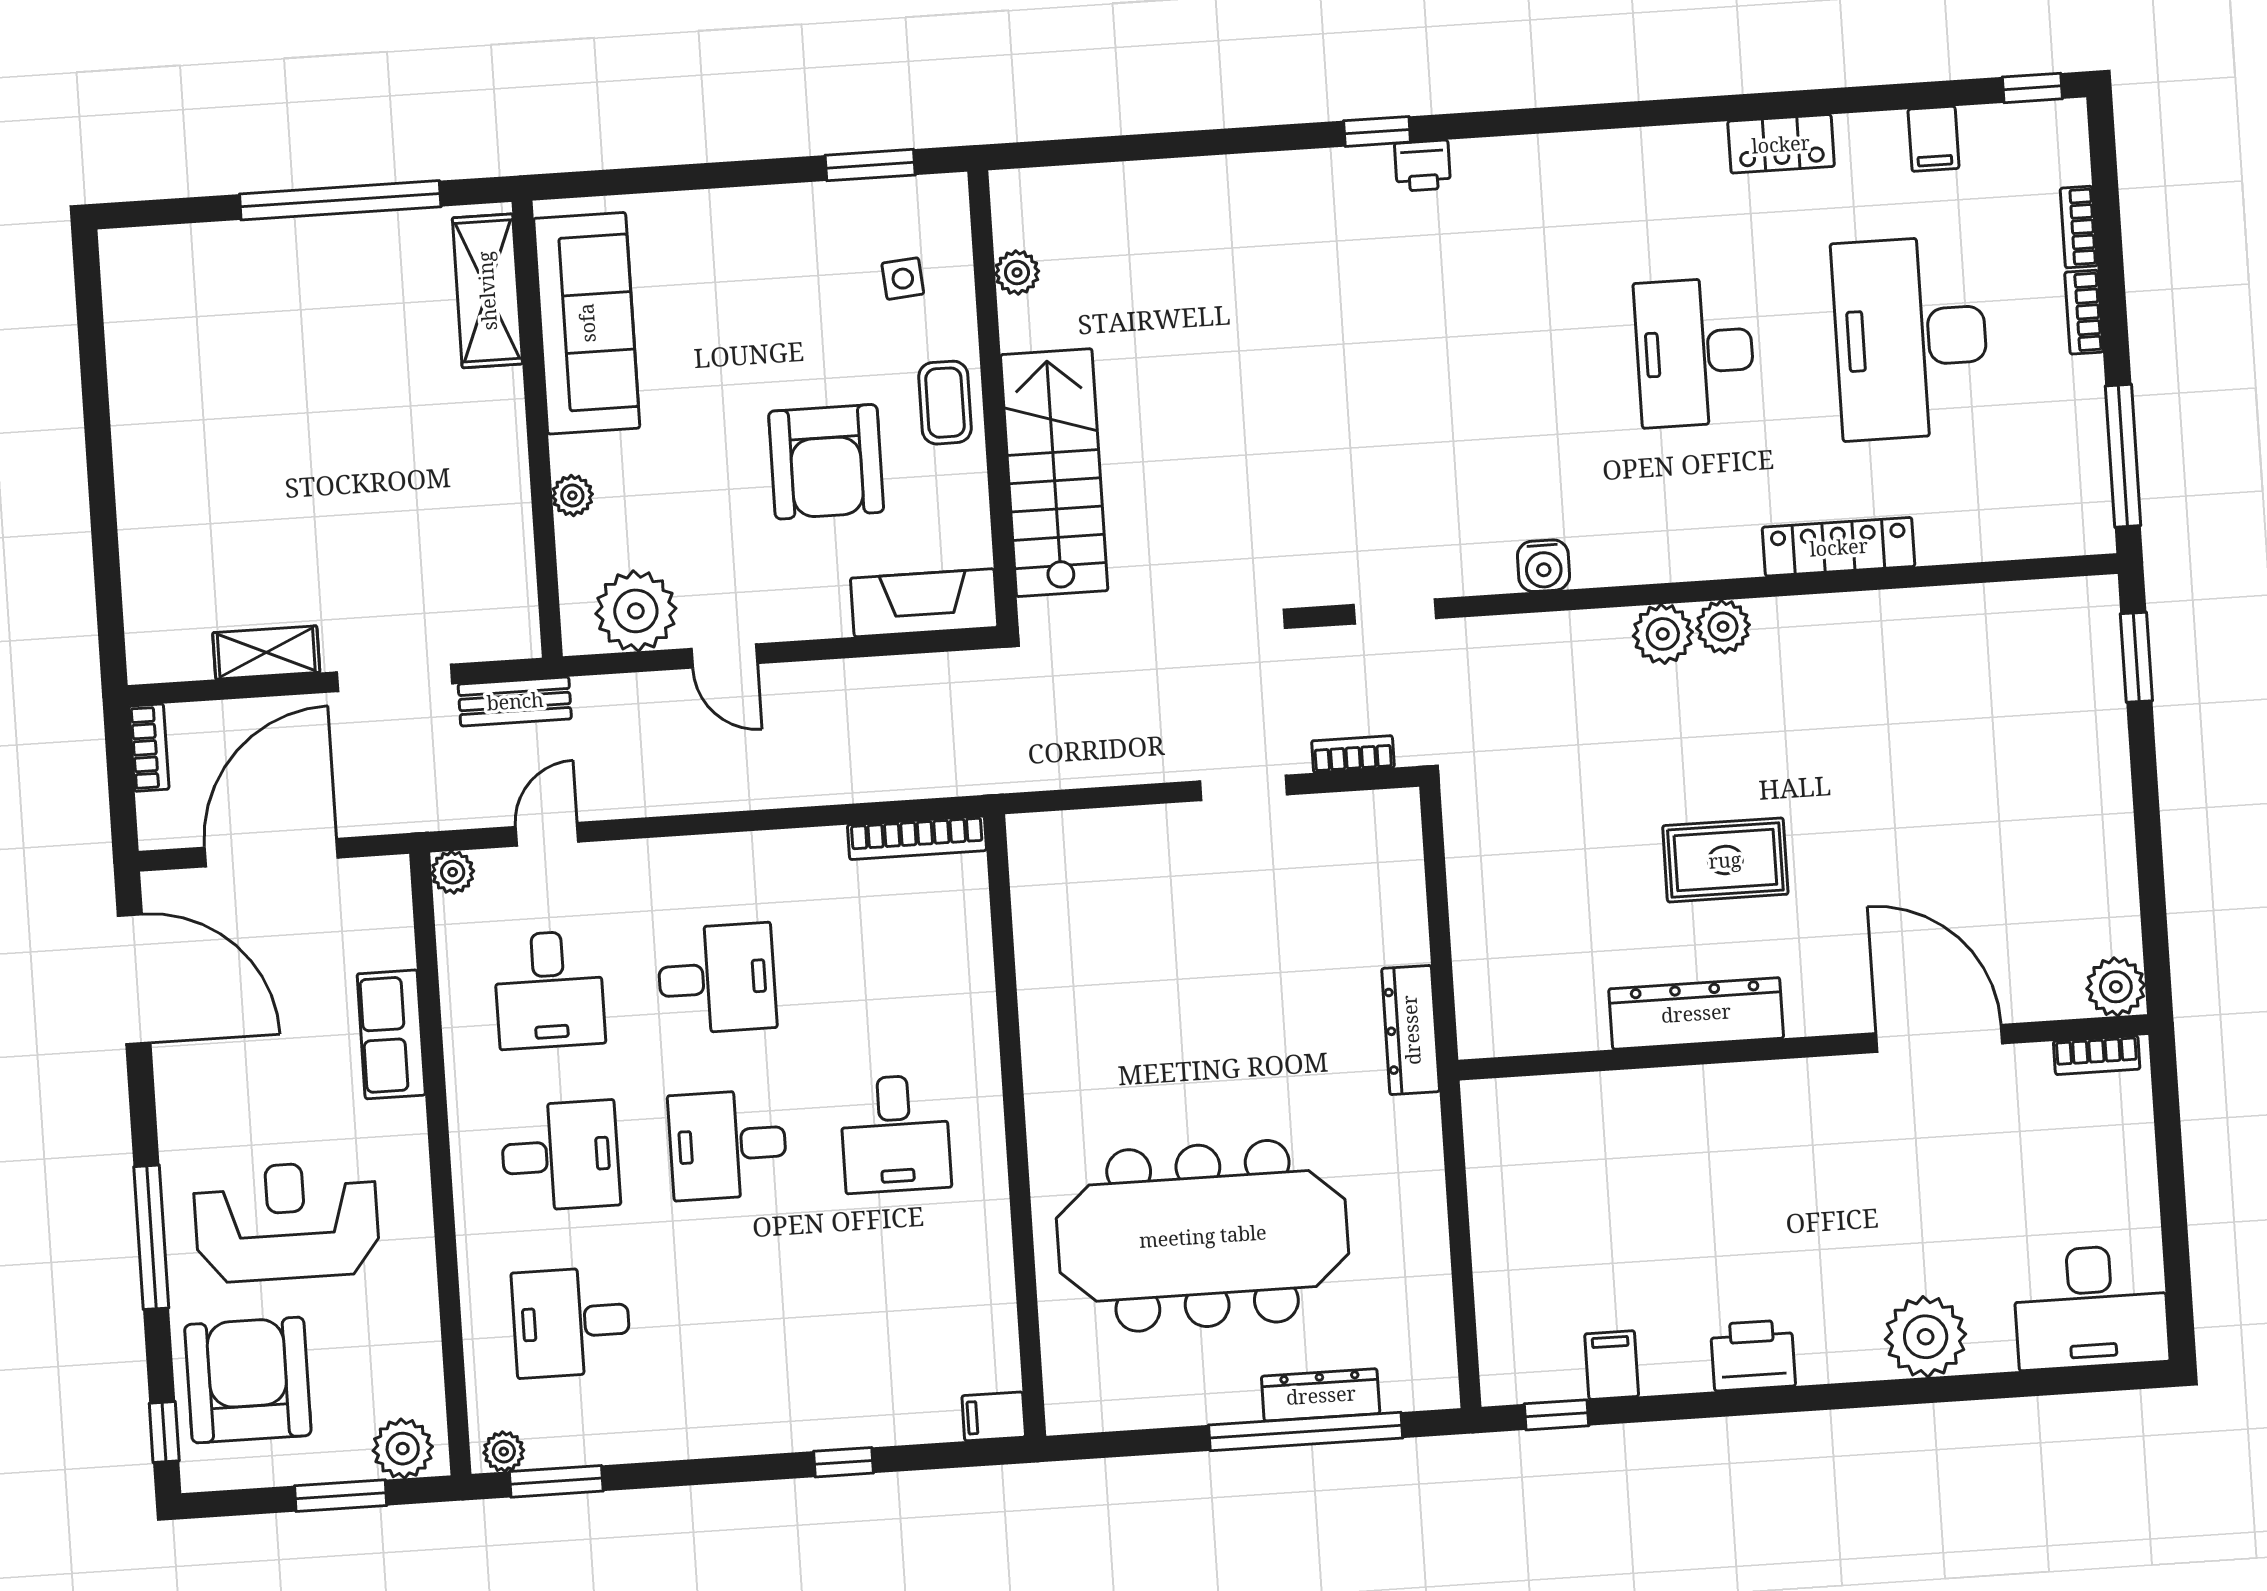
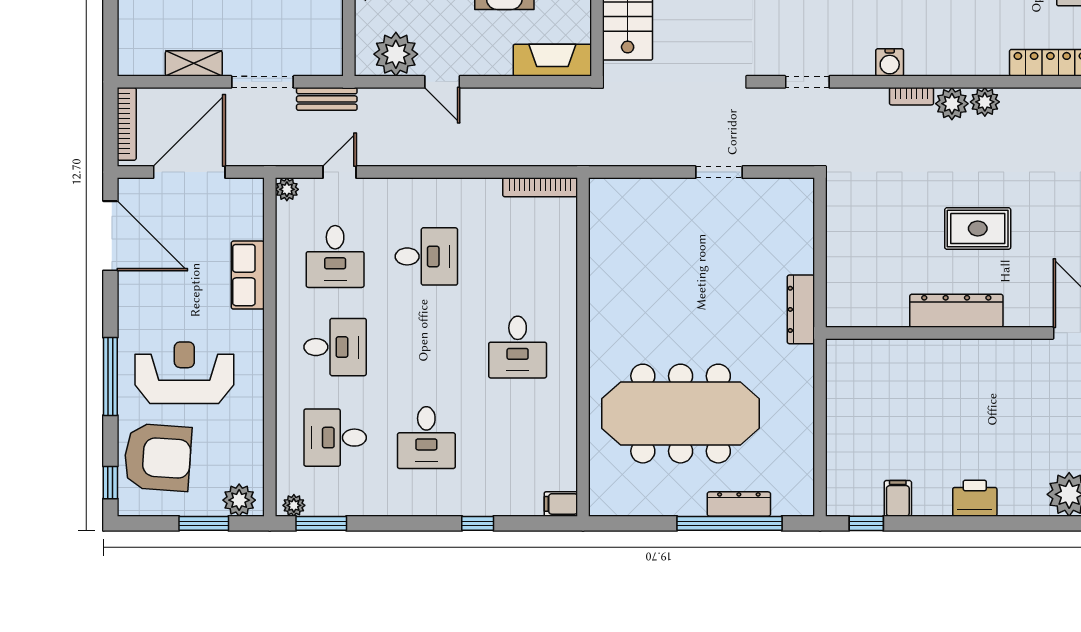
bookcase: (149, 748) -> (127, 124), width x1.56
bookcase: (1353, 754) -> (911, 96), moved, turned 180
desk: (728, 1145) -> (426, 438), moved, turned -90
armchair: (248, 1380) -> (158, 457), turned 94

